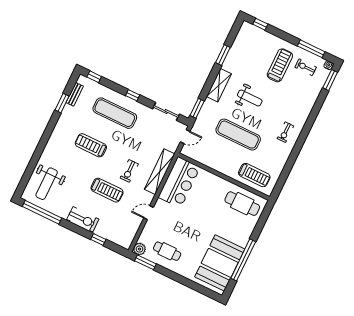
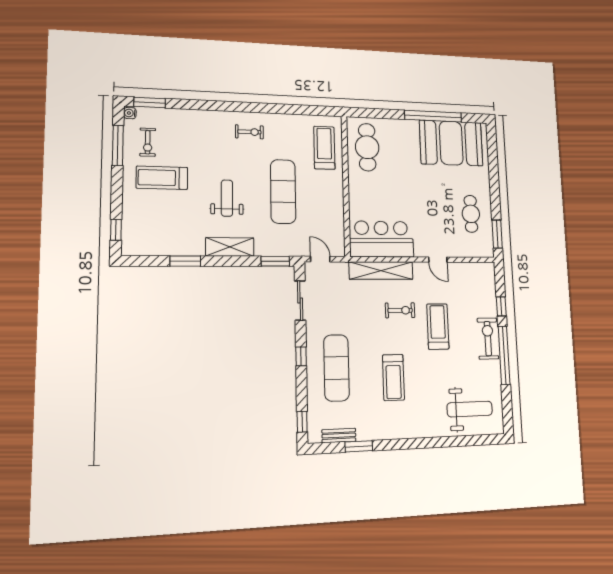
window: (42, 212) -> (504, 355), moved
plant: (140, 249) -> (486, 249), removed

